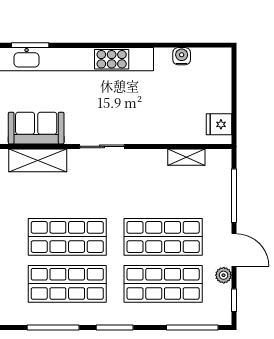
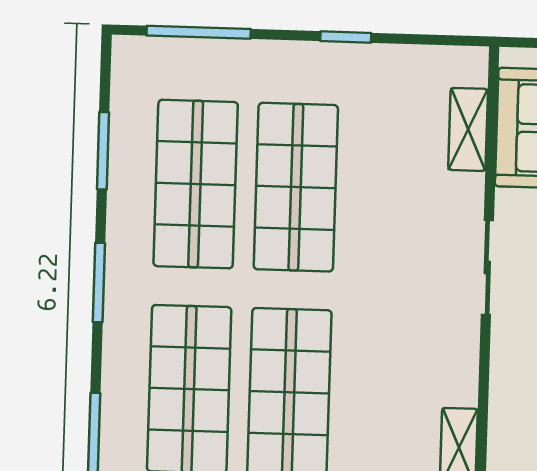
shelving: (38, 160) -> (468, 129), width x0.67, depth x0.75
window: (53, 328) -> (103, 151), width x0.69

